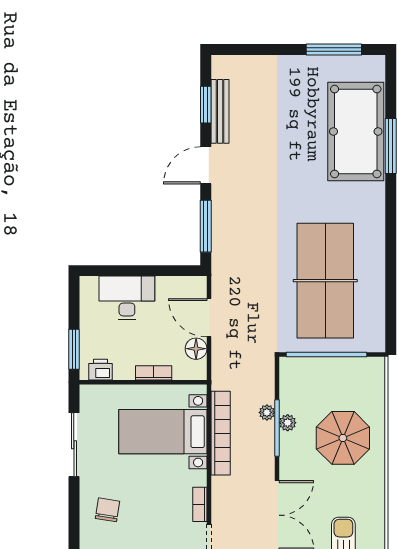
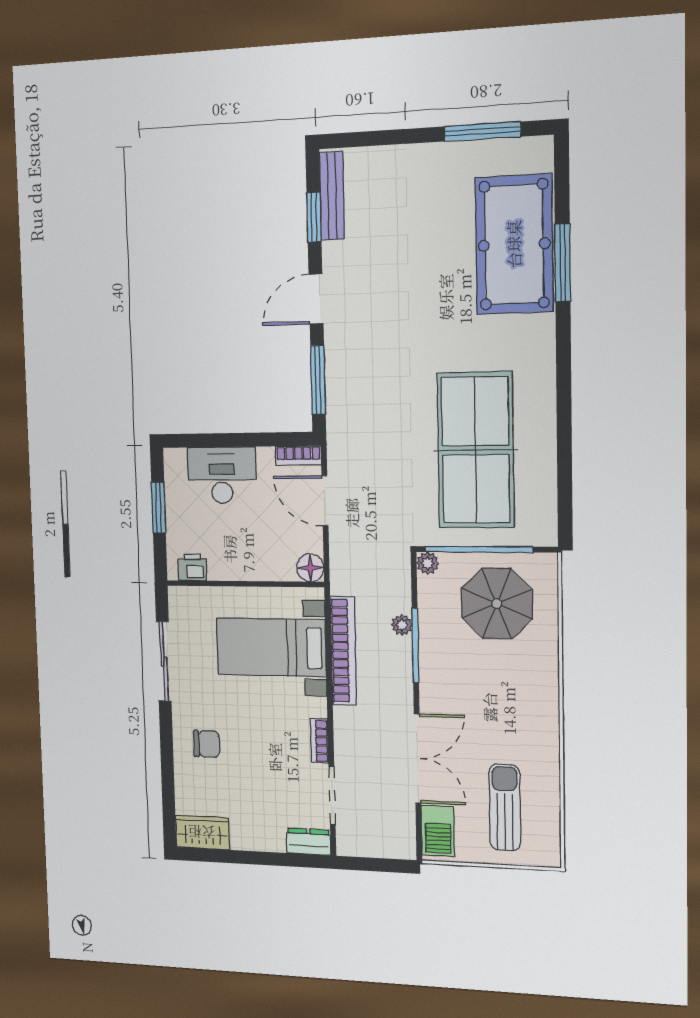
bench: (220, 111) -> (332, 196), moved
window: (74, 349) -> (159, 508), moved
floor lamp: (196, 349) -> (310, 568), moved
bookcase: (154, 373) -> (298, 456), moved, turned 180
plant: (288, 423) -> (428, 563), moved
parasol: (343, 438) -> (497, 604), moved
chair: (108, 510) -> (207, 744), turned 81

